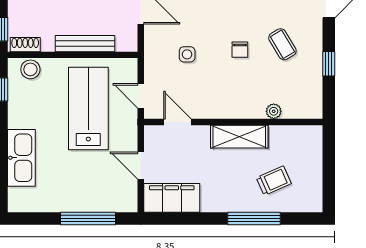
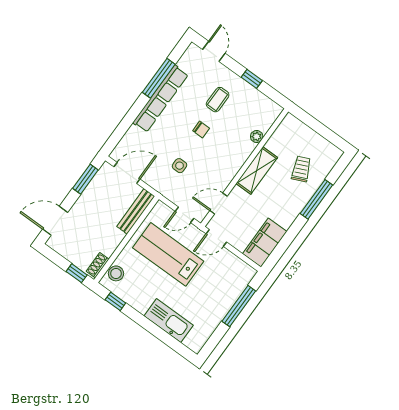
bench: (85, 44) -> (136, 211), moved
coffee table: (282, 44) -> (218, 100), turned -59
door: (141, 166) -> (216, 238), moved

